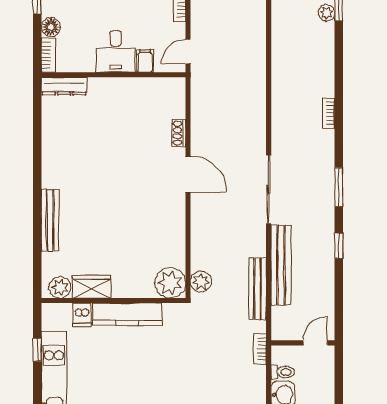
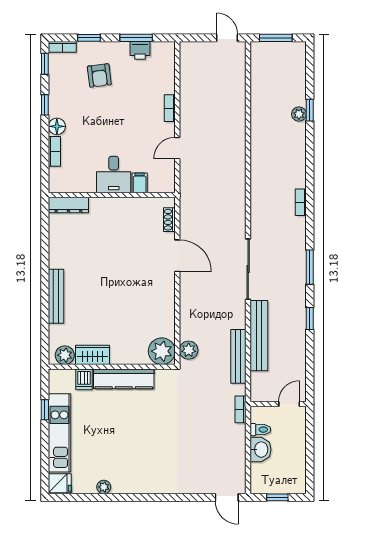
desk: (116, 51) -> (114, 175), moved
filing cabinet: (145, 61) -> (140, 183), moved
wall: (113, 75) -> (112, 195), moved
dresser: (64, 86) -> (68, 205), moved

